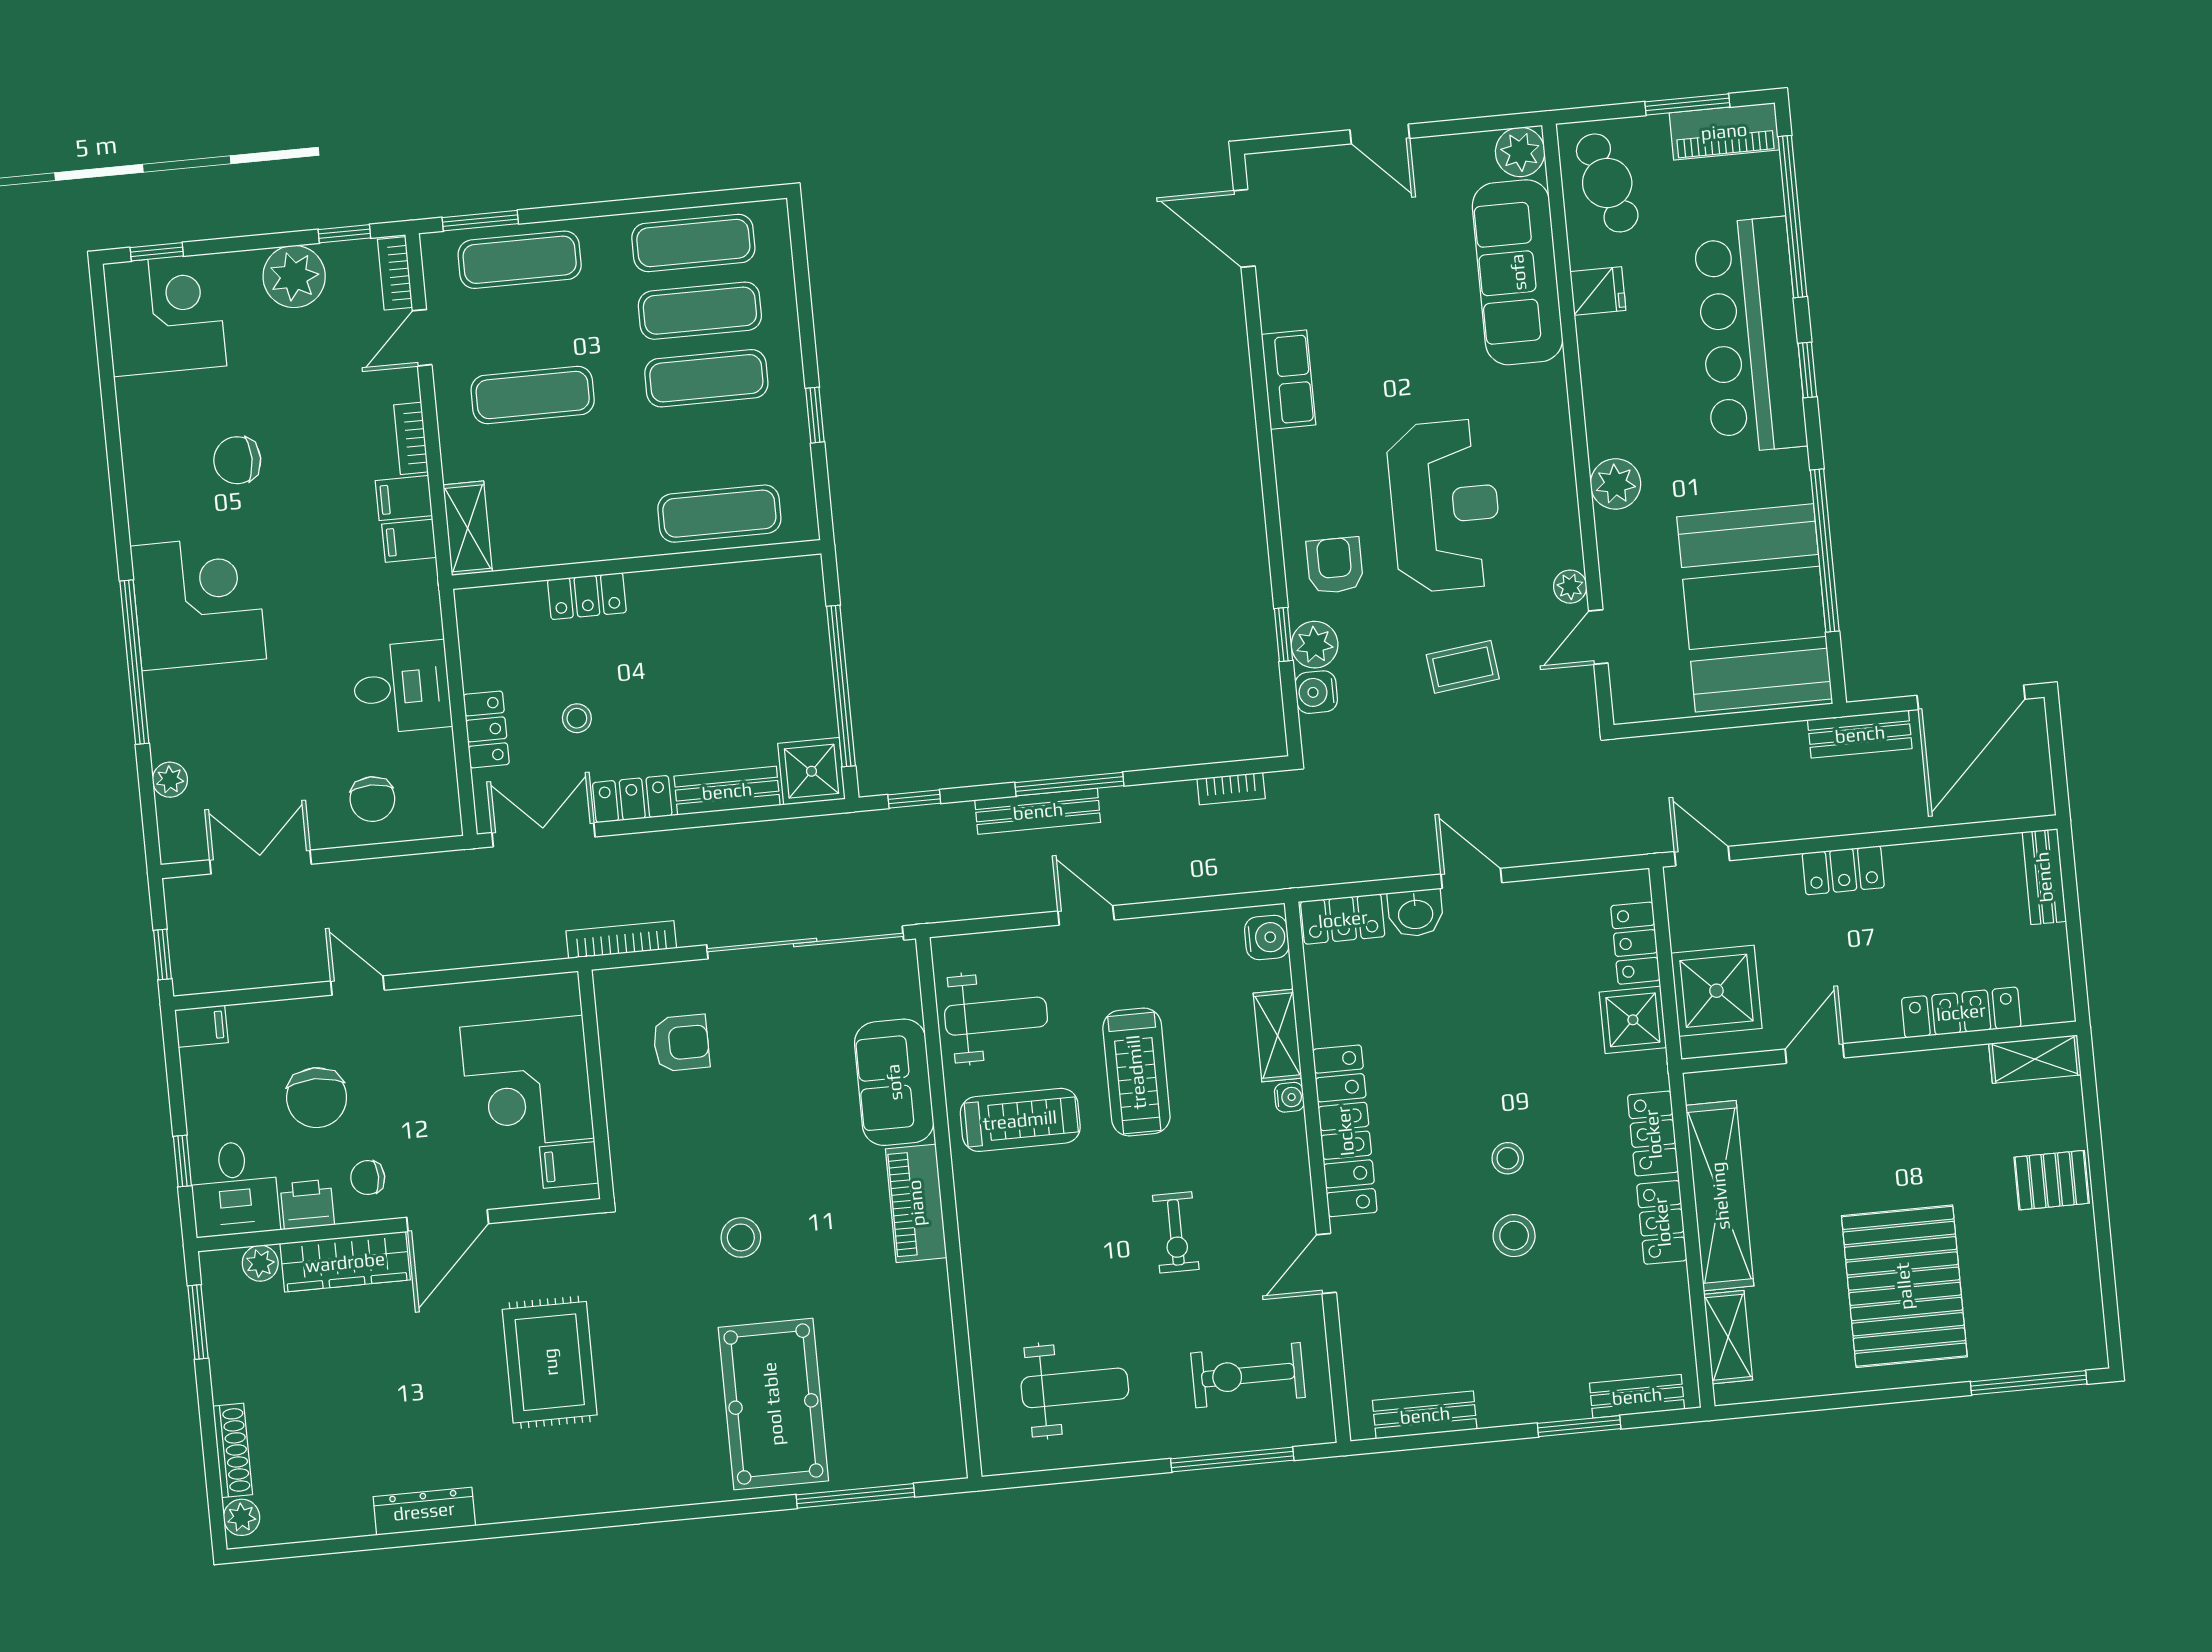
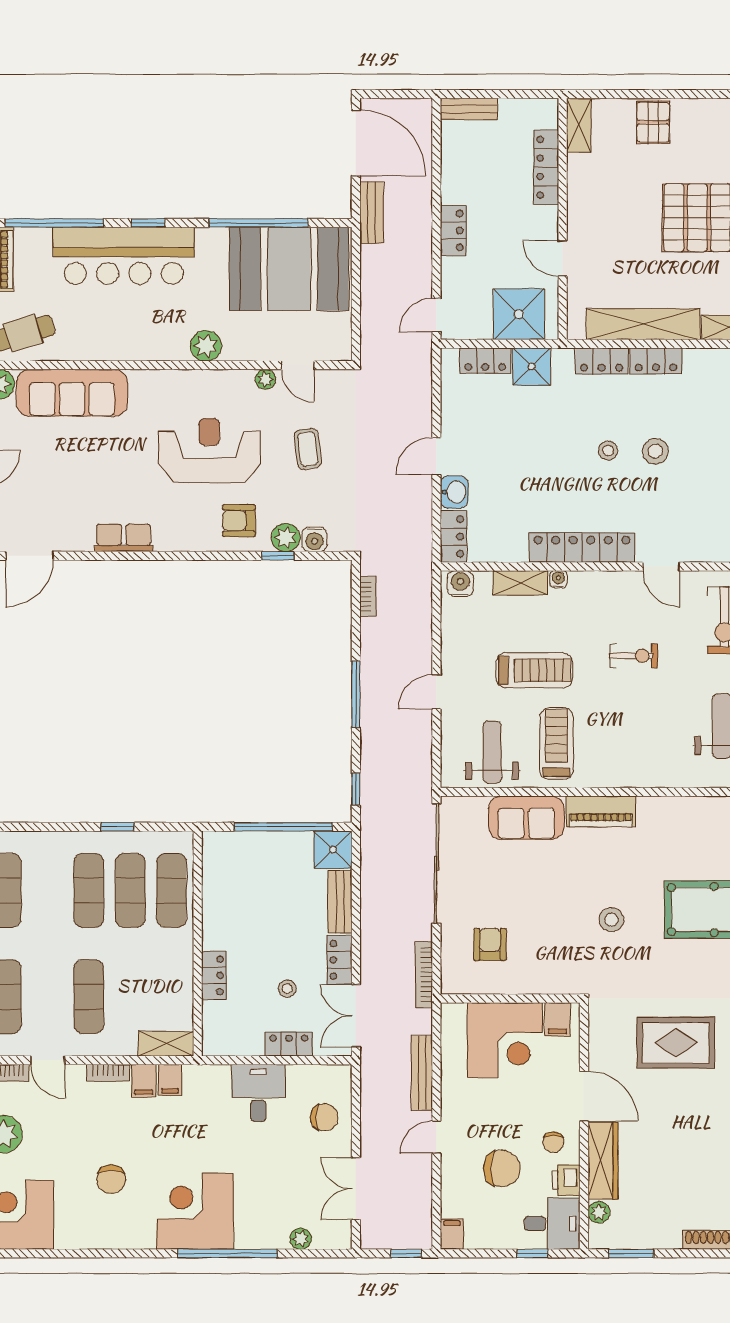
fridge: (1598, 291) -> (88, 345), removed
exercise mat: (700, 311) -> (130, 890), moved
bench: (1038, 811) -> (422, 1073), moved

